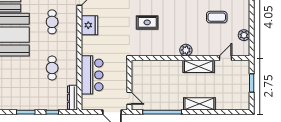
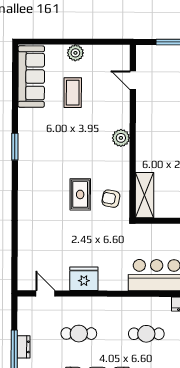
plant: (244, 35) -> (75, 53), moved
armchair: (144, 43) -> (111, 199), added
shelving: (199, 66) -> (145, 195), moved

